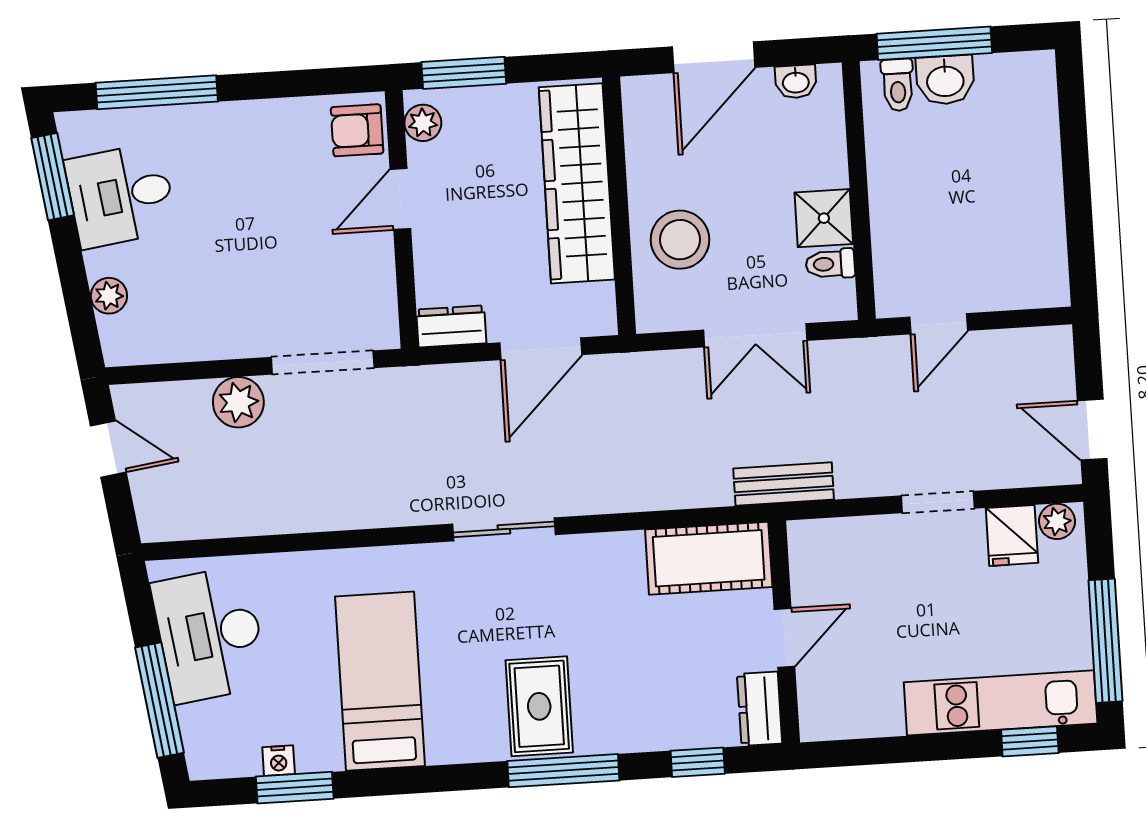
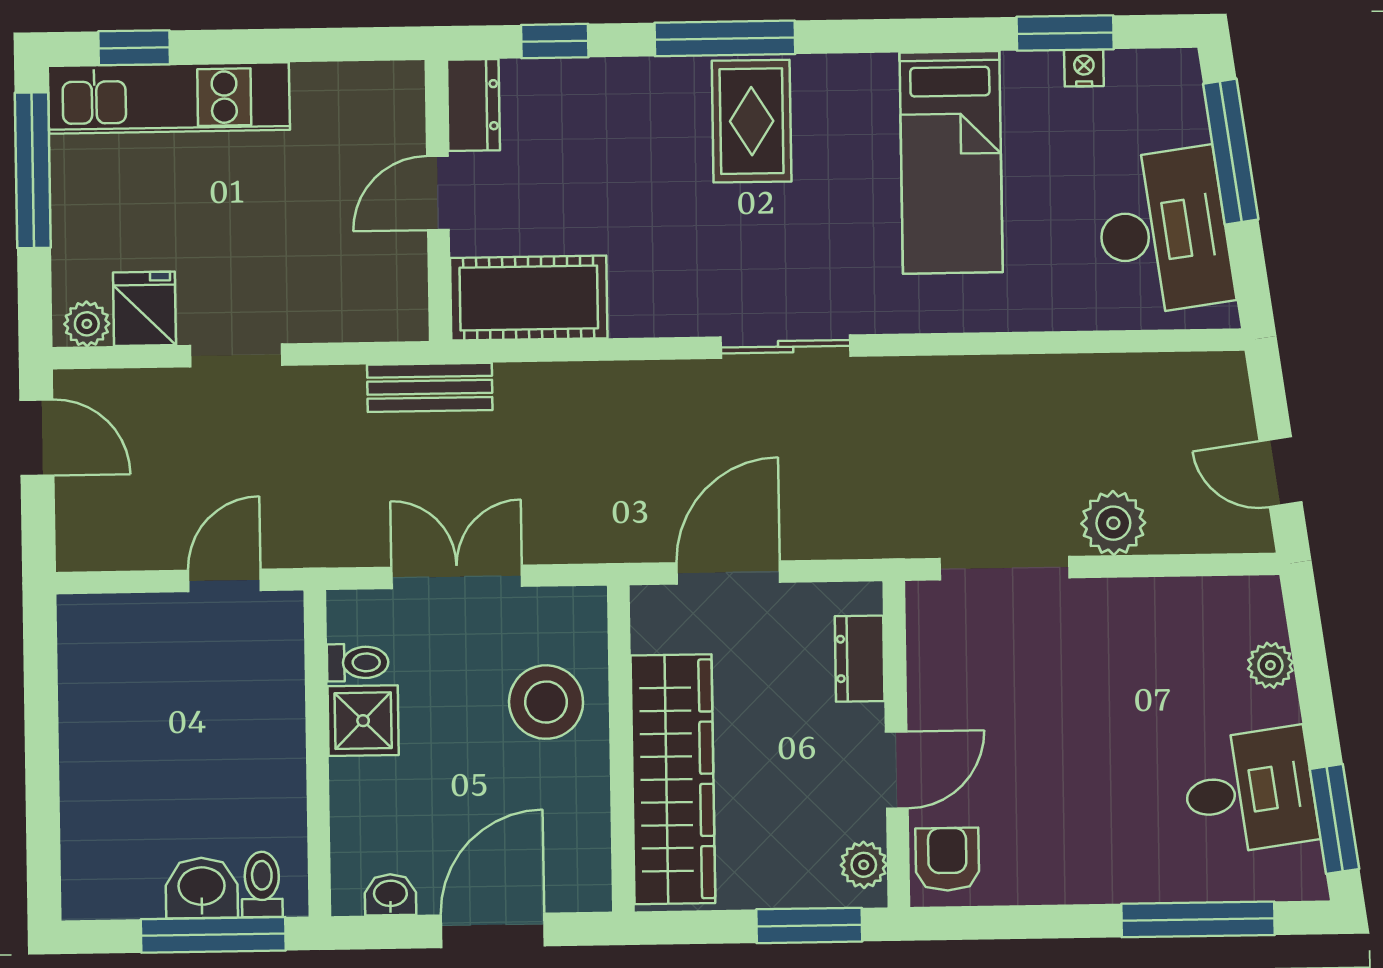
armchair: (357, 130) -> (947, 859), turned -90
dresser: (451, 326) -> (860, 659), moved, turned 90

